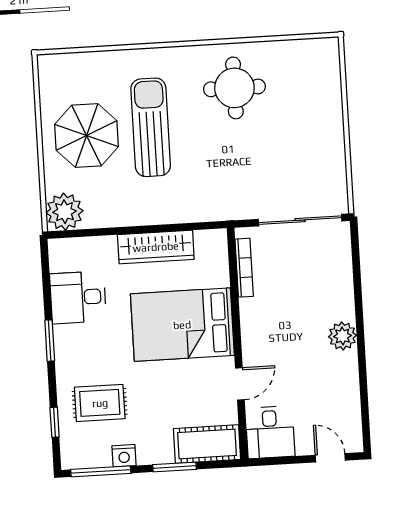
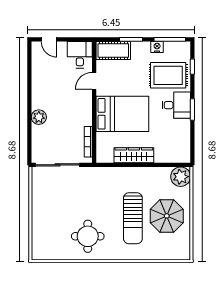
desk: (78, 297) -> (176, 105), moved
plant: (342, 336) -> (39, 117), moved
rug: (100, 403) -> (168, 75), width x1.36, depth x1.43

